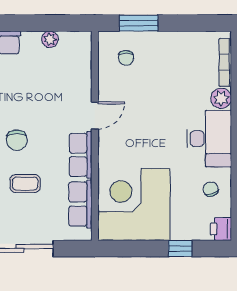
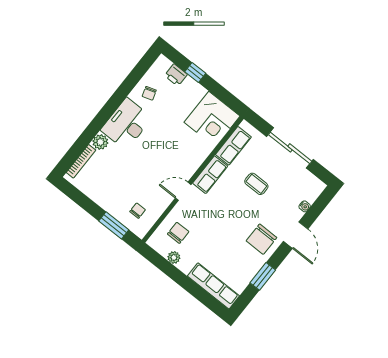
chair: (17, 140) -> (178, 233), moved
corner desk: (134, 204) -> (212, 119), width x0.74, depth x0.74
printer: (221, 229) -> (176, 75), moved, turned 90

